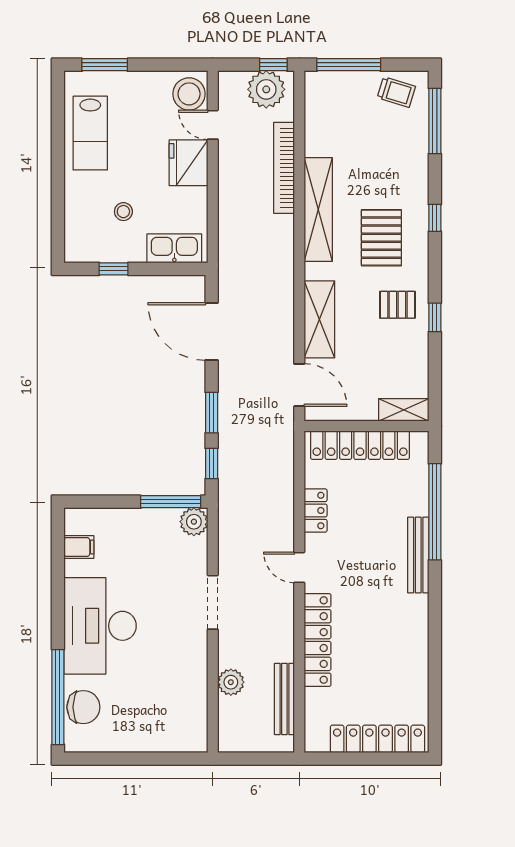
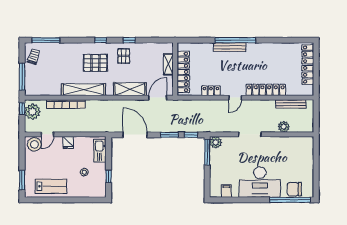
fridge: (189, 163) -> (68, 143), width x0.53, depth x0.75
window: (435, 218) -> (101, 40), moved
door: (212, 331) -> (135, 135), swing flipped
shelving: (404, 410) -> (168, 64), moved
window: (435, 512) -> (235, 40), moved
chair: (83, 707) -> (294, 189), turned -90

